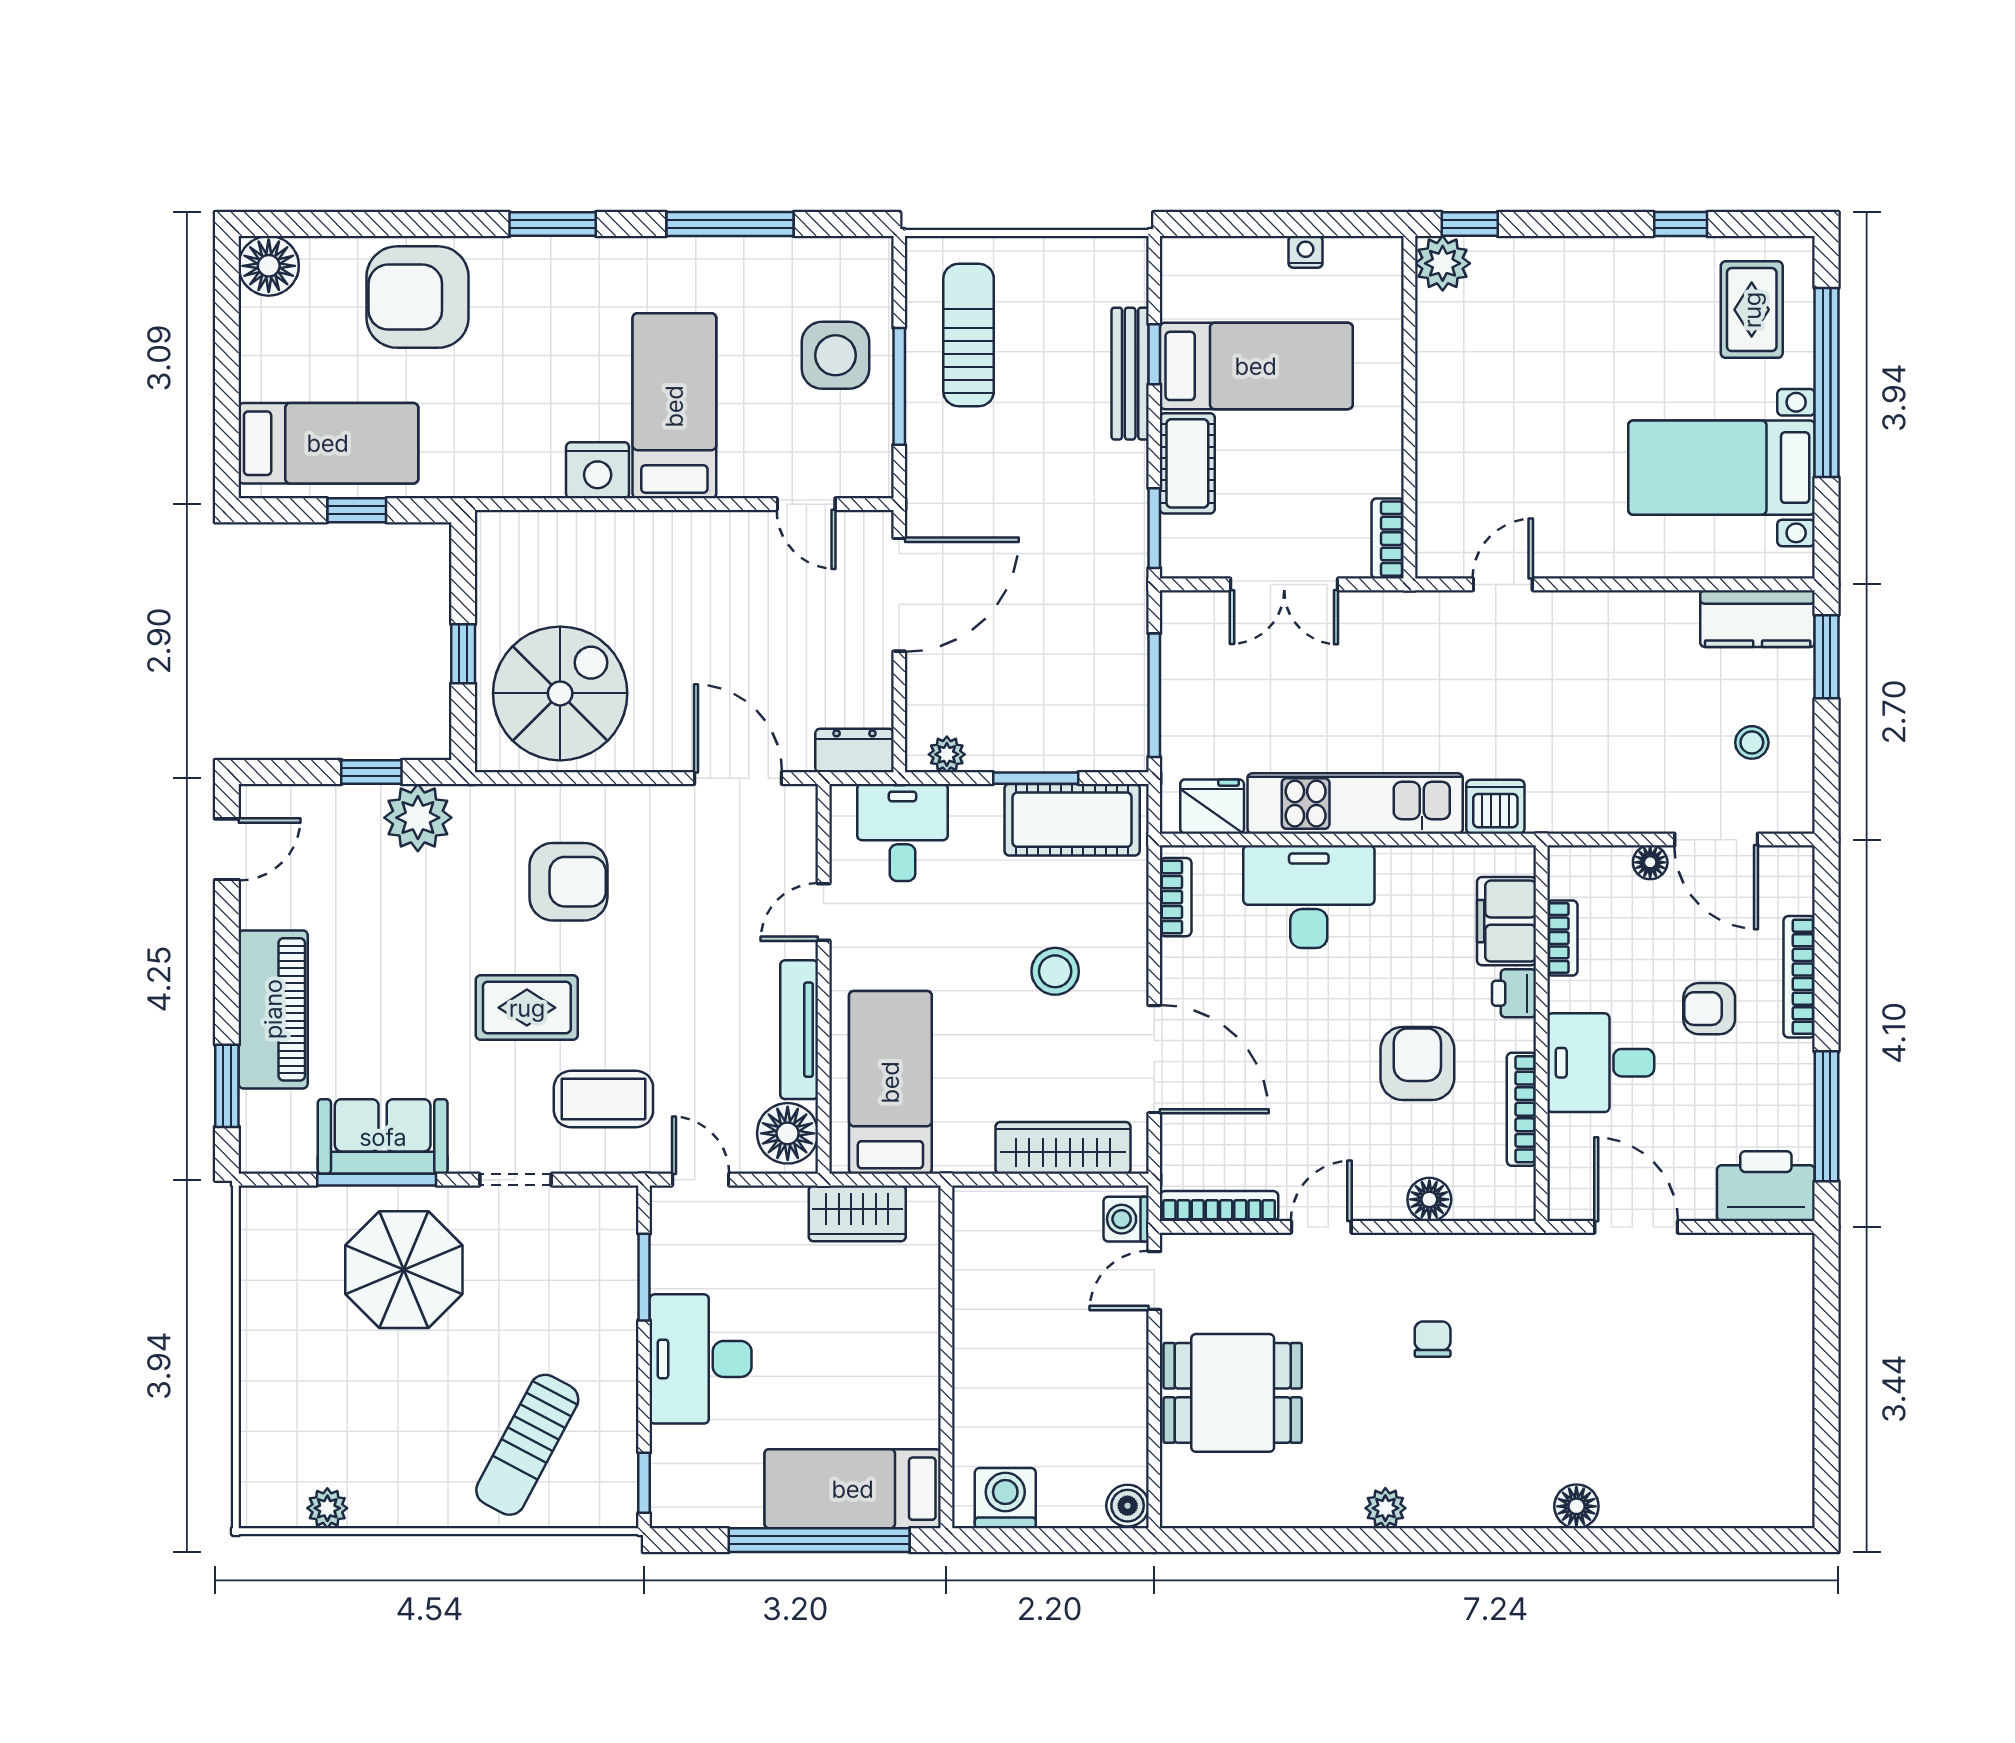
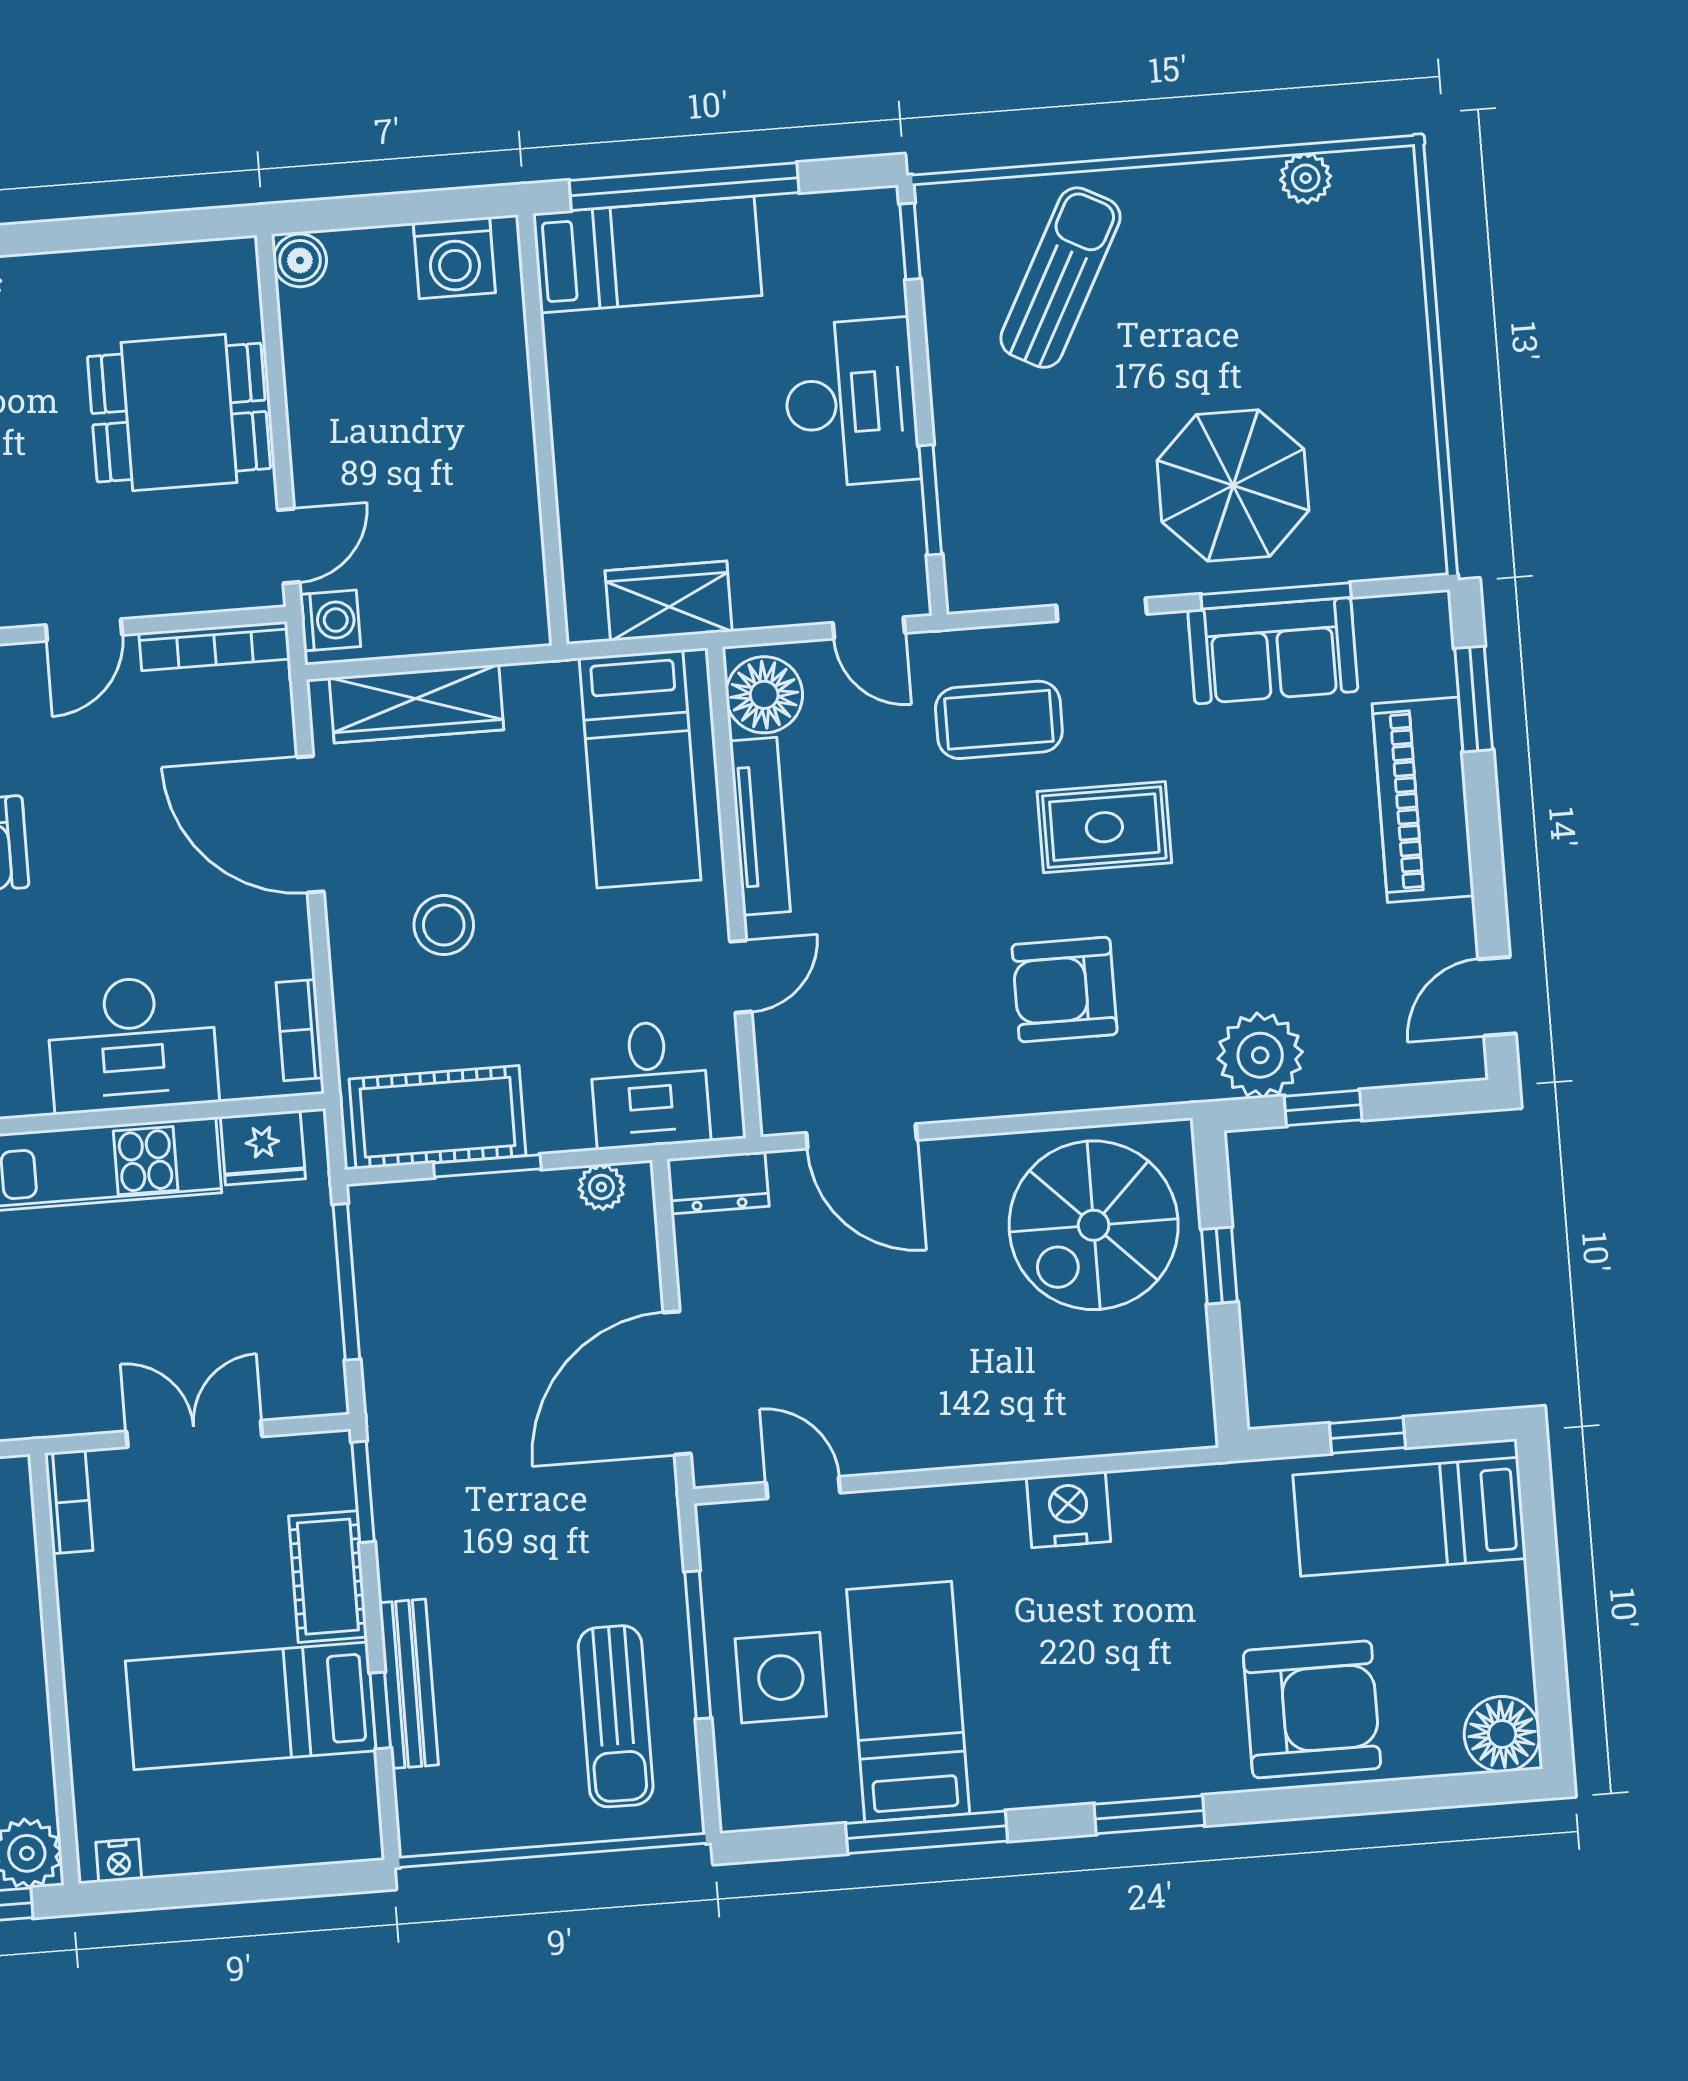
nightstand: (1306, 252) -> (119, 1861), moved
bed: (674, 406) -> (908, 1702), moved, turned 180

